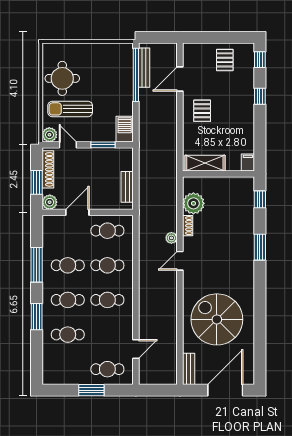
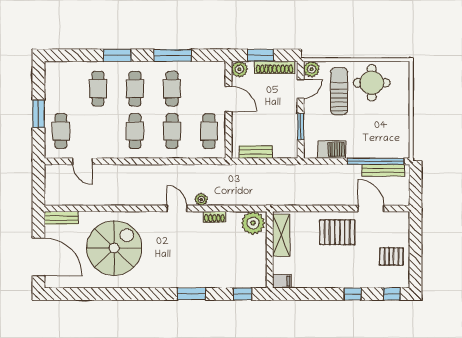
pallet: (202, 111) -> (337, 232), width x1.50, depth x1.42
barbecue: (125, 129) -> (332, 149), moved
plant: (193, 203) -> (253, 223), moved

